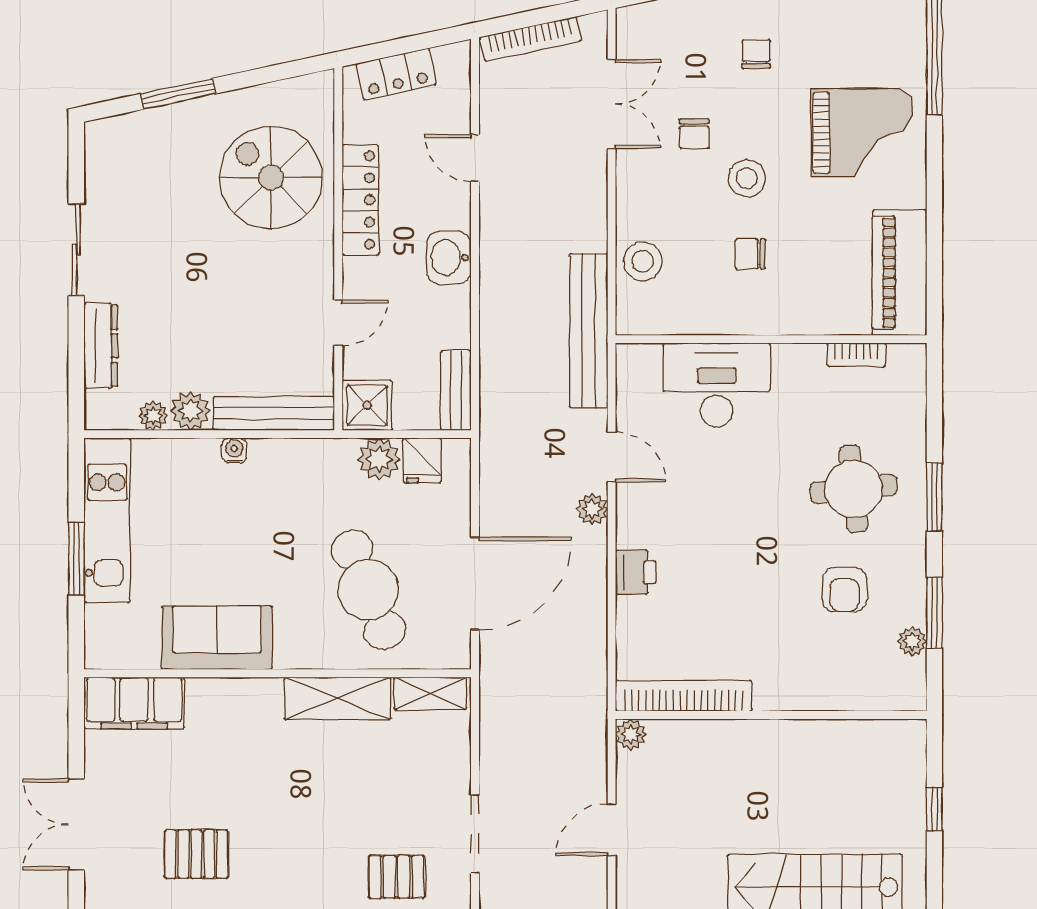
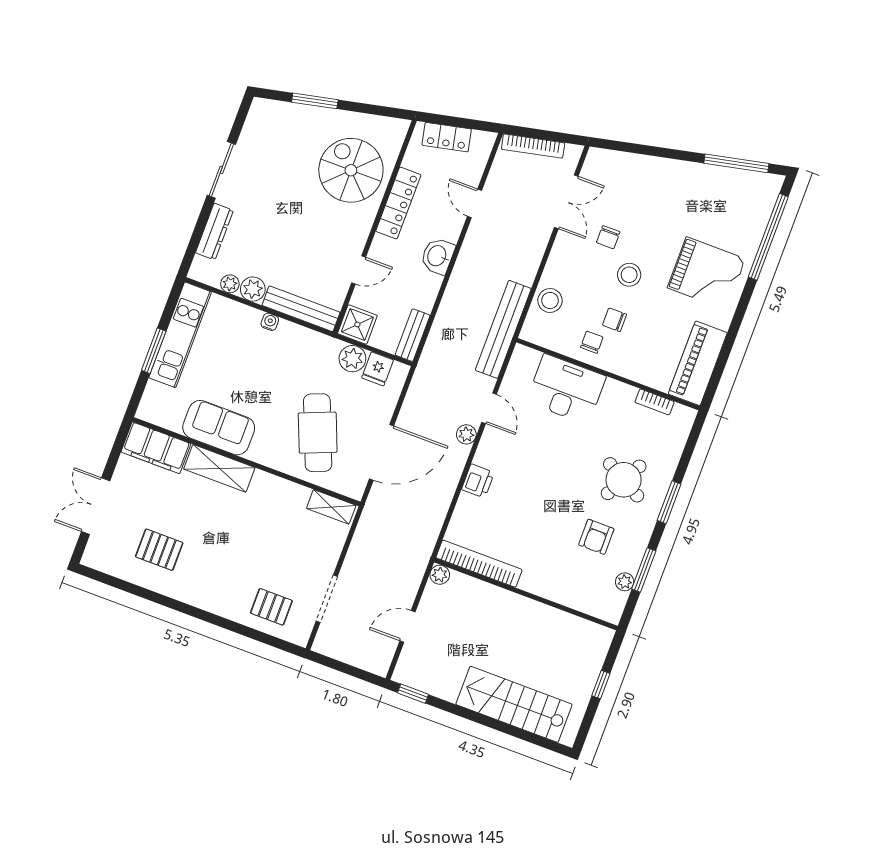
chair: (756, 54) -> (592, 342), moved
round table: (853, 489) -> (624, 480), turned 35
shelving: (338, 698) -> (219, 468), moved

